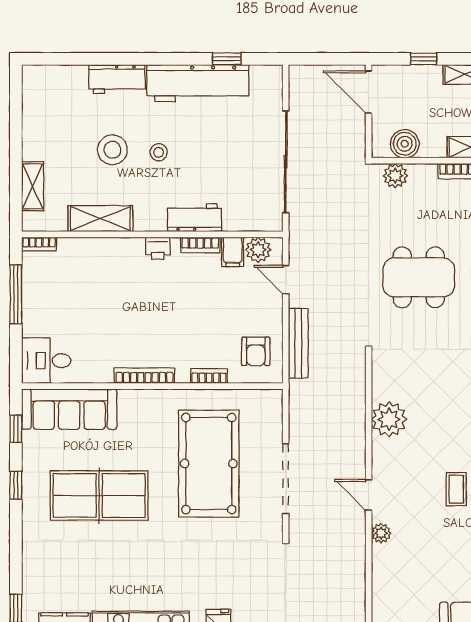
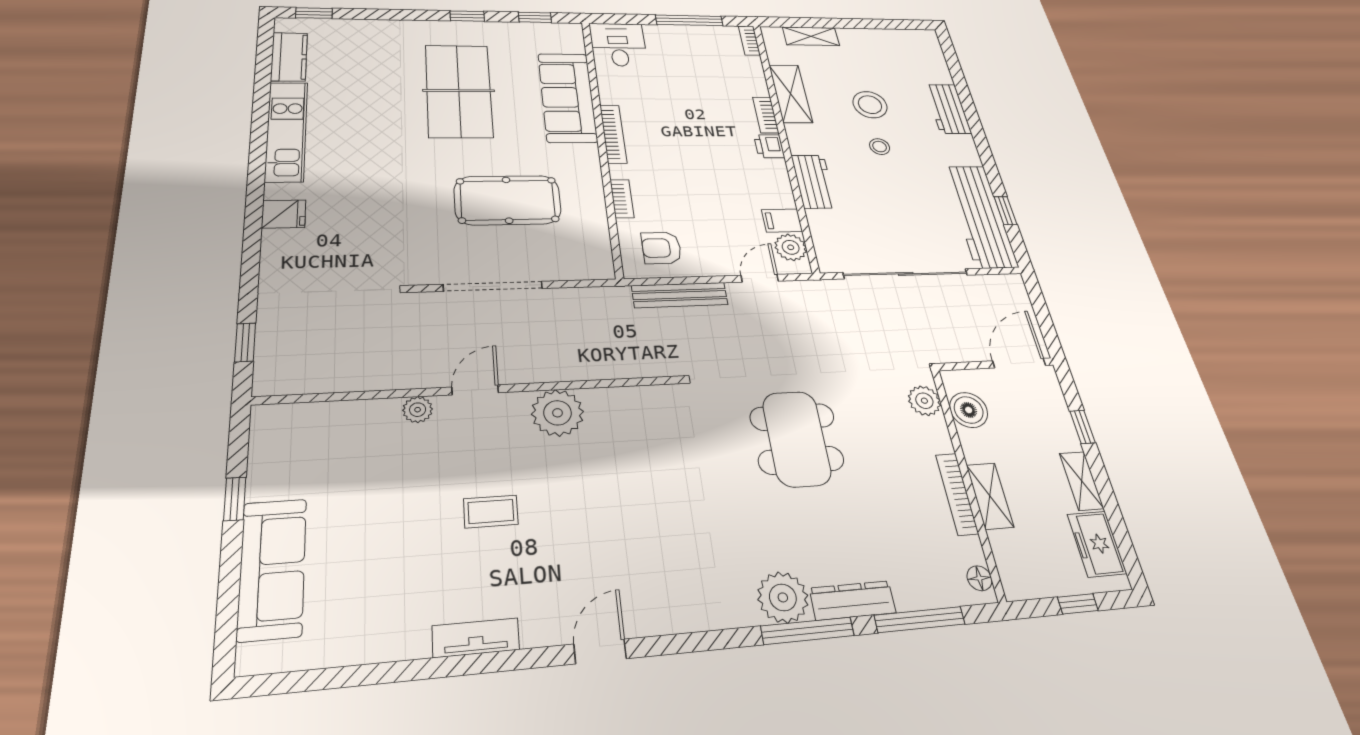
workbench: (198, 83) -> (980, 216), moved
bookcase: (200, 245) -> (766, 115), moved
sofa: (69, 409) -> (567, 97), moved
plant: (389, 419) -> (557, 413), moved
pool table: (209, 464) -> (508, 200), width x0.73, depth x0.76

